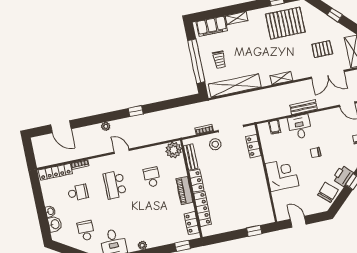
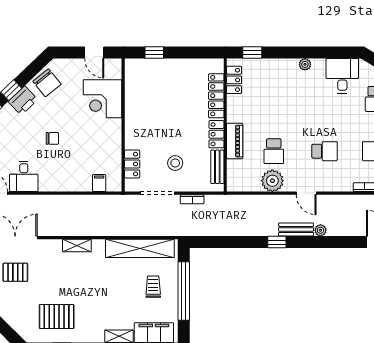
pallet: (285, 23) -> (57, 316), width x0.73, depth x0.71
bench: (303, 107) -> (296, 229), moved
desk: (300, 127) -> (24, 176), moved
stool: (215, 144) -> (175, 163), moved
plant: (174, 150) -> (272, 181), moved
corner desk: (282, 175) -> (102, 99), moved
school desk: (115, 185) -> (324, 151), width x0.54
piano: (184, 191) -> (235, 141), moved
chair: (328, 192) -> (47, 83), turned -81

